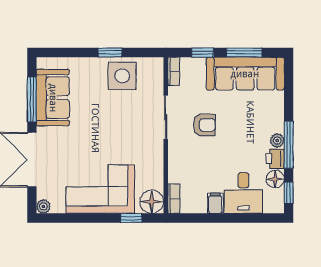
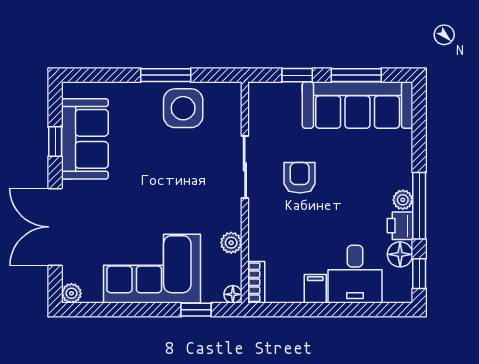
window: (110, 53) -> (166, 75), width x1.50
bookcase: (174, 71) -> (256, 102), removed
window: (32, 99) -> (55, 142), width x0.46
armchair: (204, 125) -> (300, 178), turned -90
plant: (156, 171) -> (231, 243), added
floor lamp: (152, 202) -> (233, 294), width x0.53, depth x0.53

